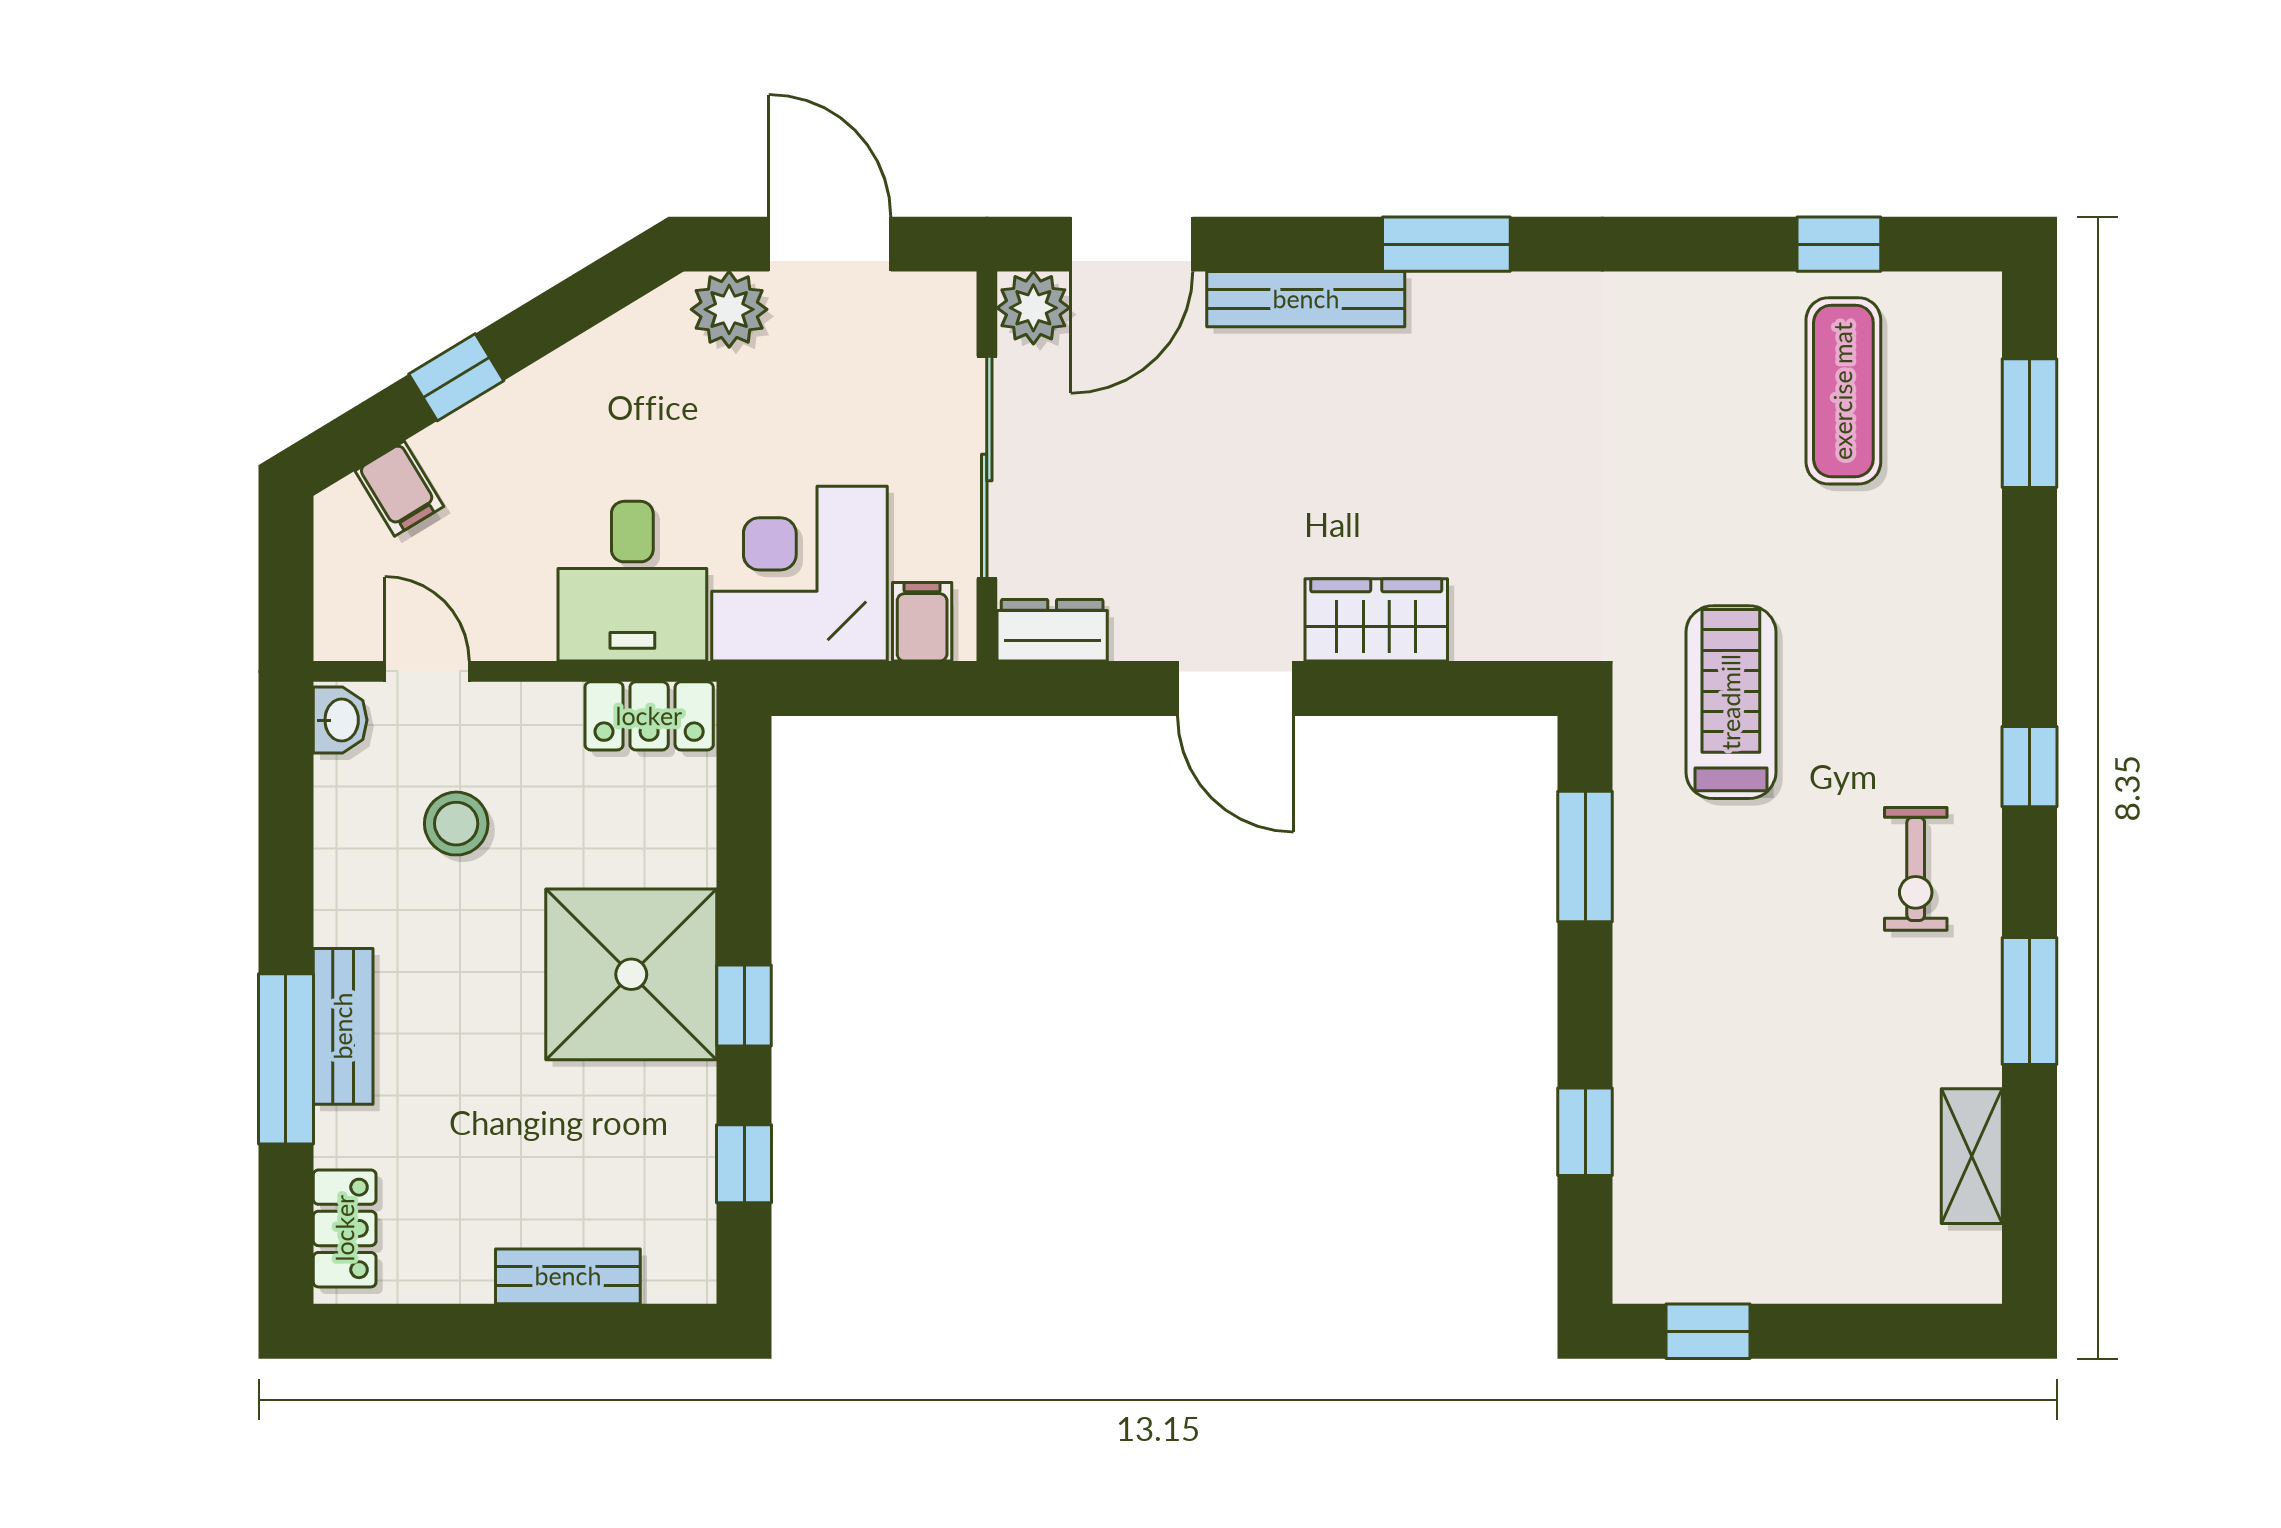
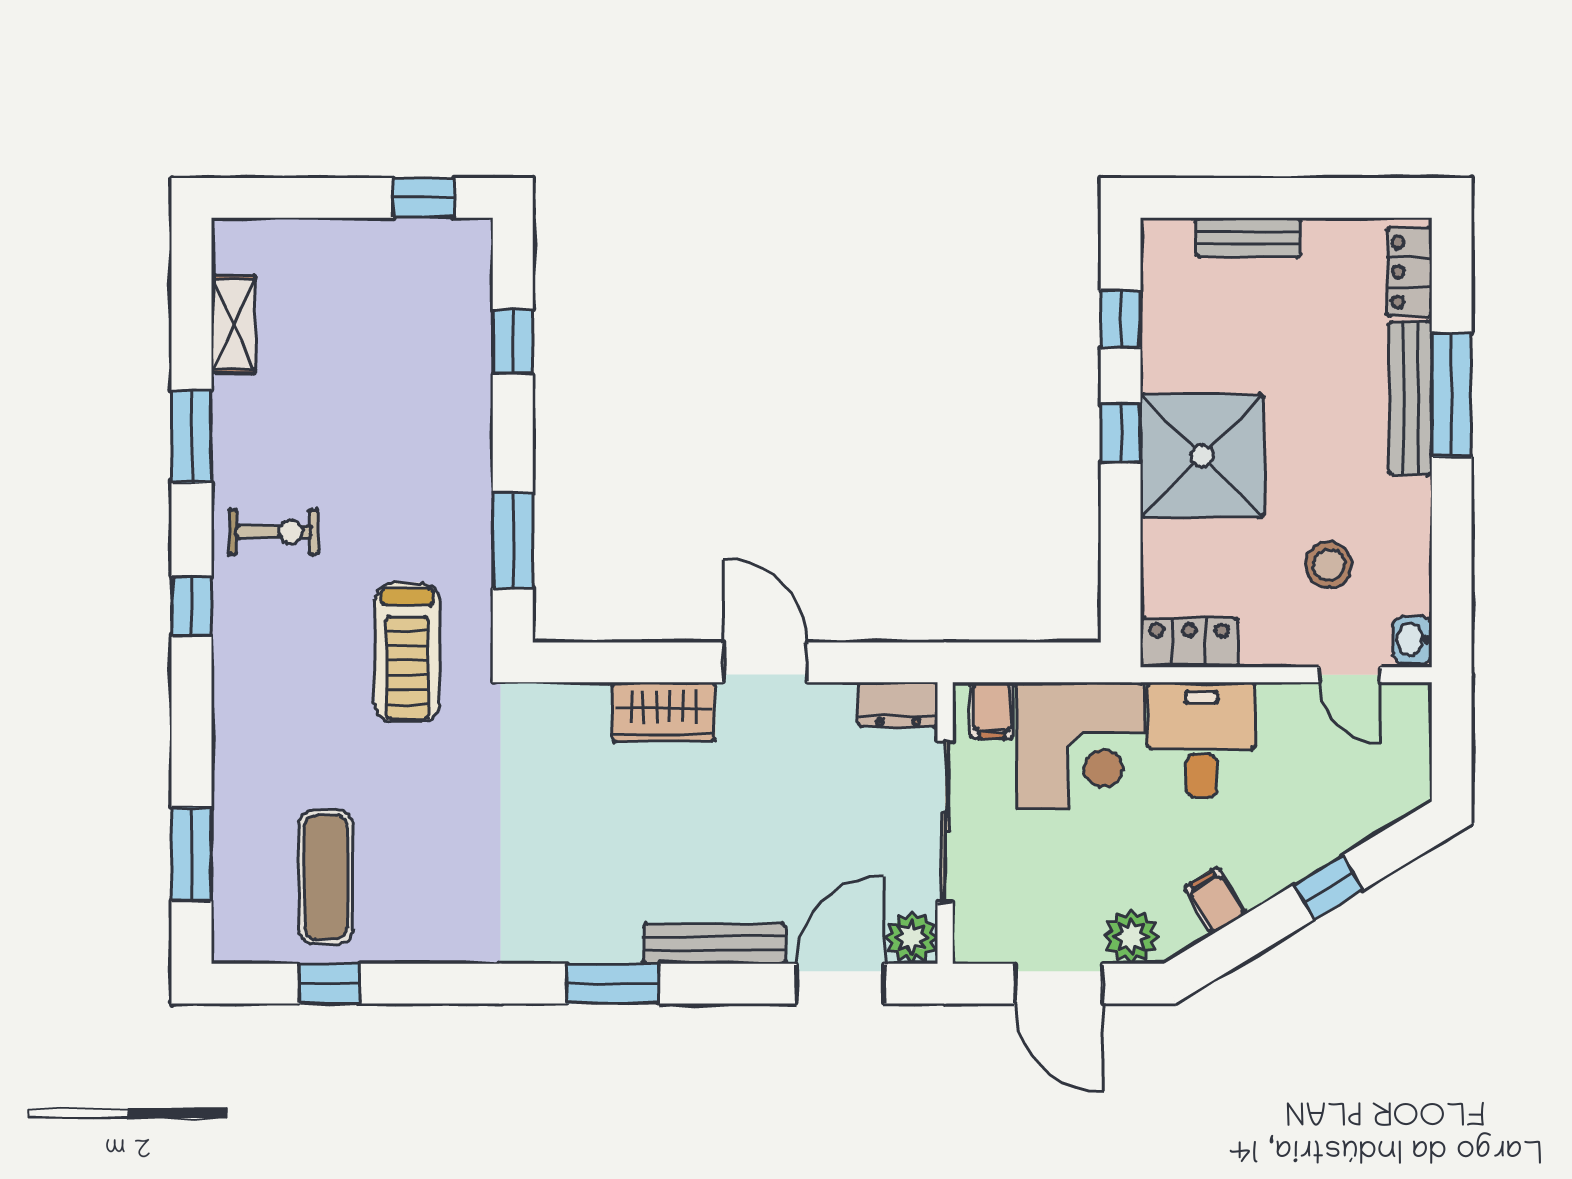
filing cabinet: (399, 489) -> (1215, 900), moved
exercise bike: (1916, 869) -> (274, 532), turned 90
bench: (343, 1026) -> (1410, 398), width x1.36

